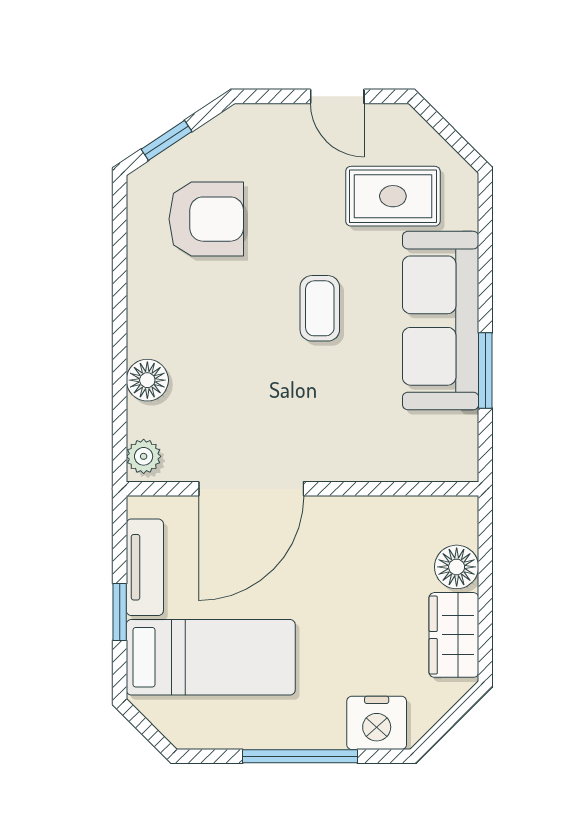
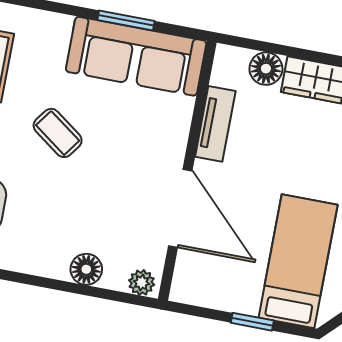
coffee table: (320, 308) -> (58, 133), turned 36
sofa: (441, 321) -> (136, 56), moved
tv unit: (145, 567) -> (215, 124), moved, turned 90

